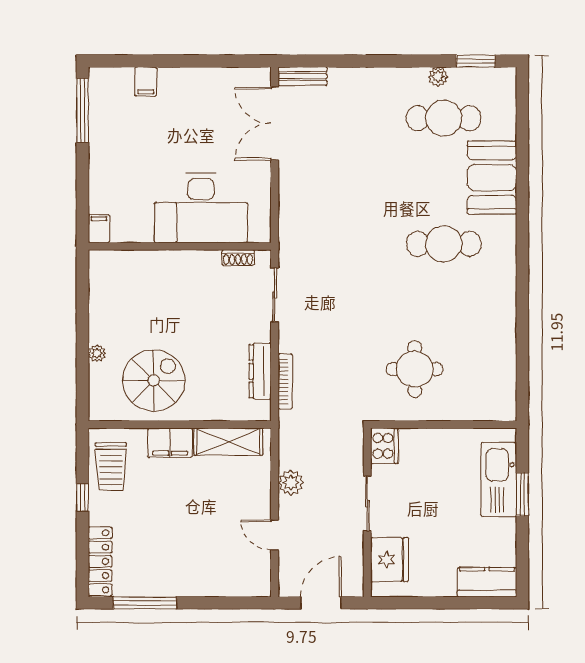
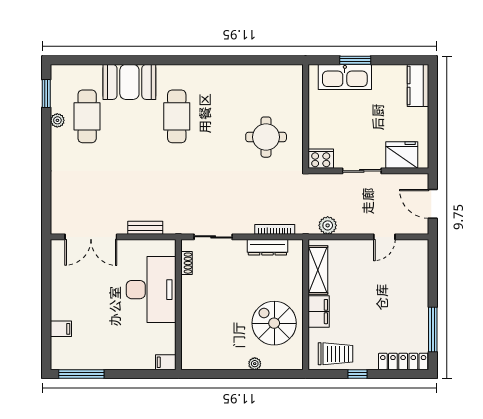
bench: (303, 76) -> (145, 228), moved, turned 90
plant: (291, 483) -> (328, 225), moved

